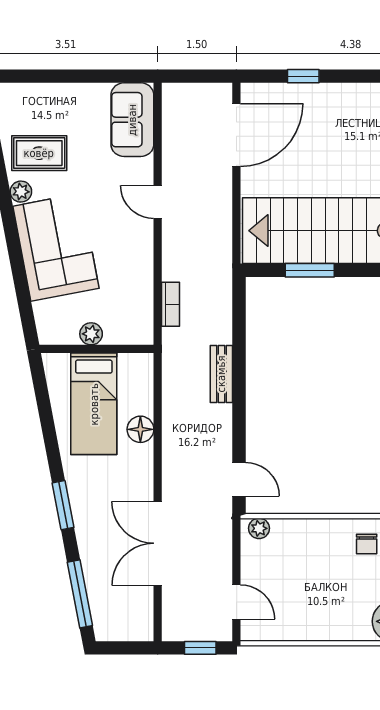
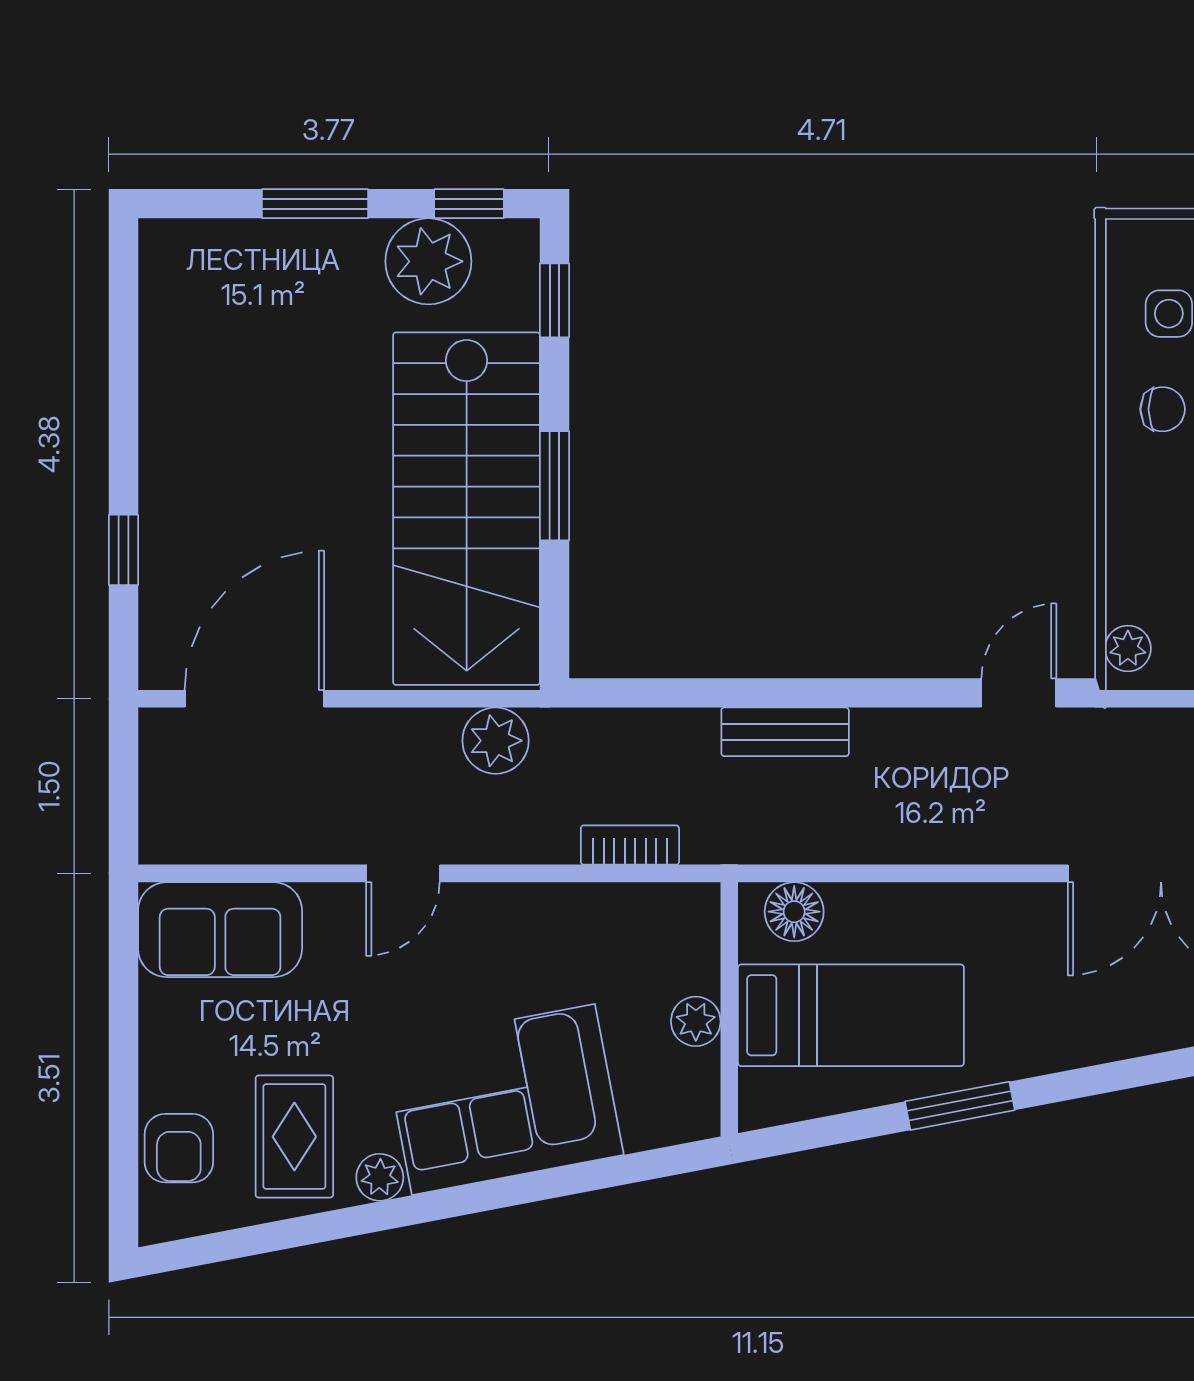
armchair: (34, 101) -> (179, 1148), added
door: (236, 135) -> (254, 699), hinge flipped
plant: (217, 244) -> (496, 741), added
window: (310, 270) -> (555, 486), moved
floor lamp: (140, 429) -> (794, 912), moved
window: (63, 505) -> (960, 1106), moved

